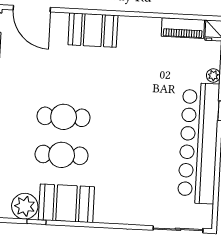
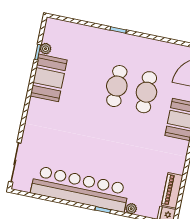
cafe table: (62, 155) -> (146, 92), moved
plant: (25, 206) -> (46, 49), width x0.53, depth x0.53

